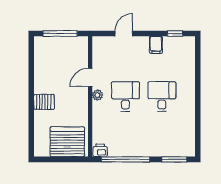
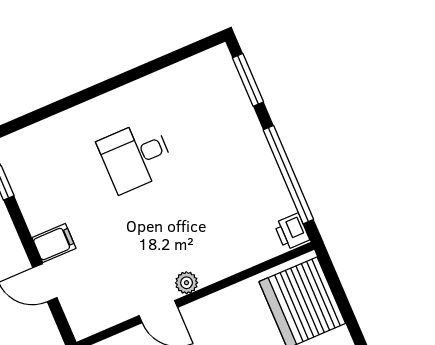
filing cabinet: (156, 45) -> (54, 243), moved
desk: (125, 96) -> (166, 227), removed

